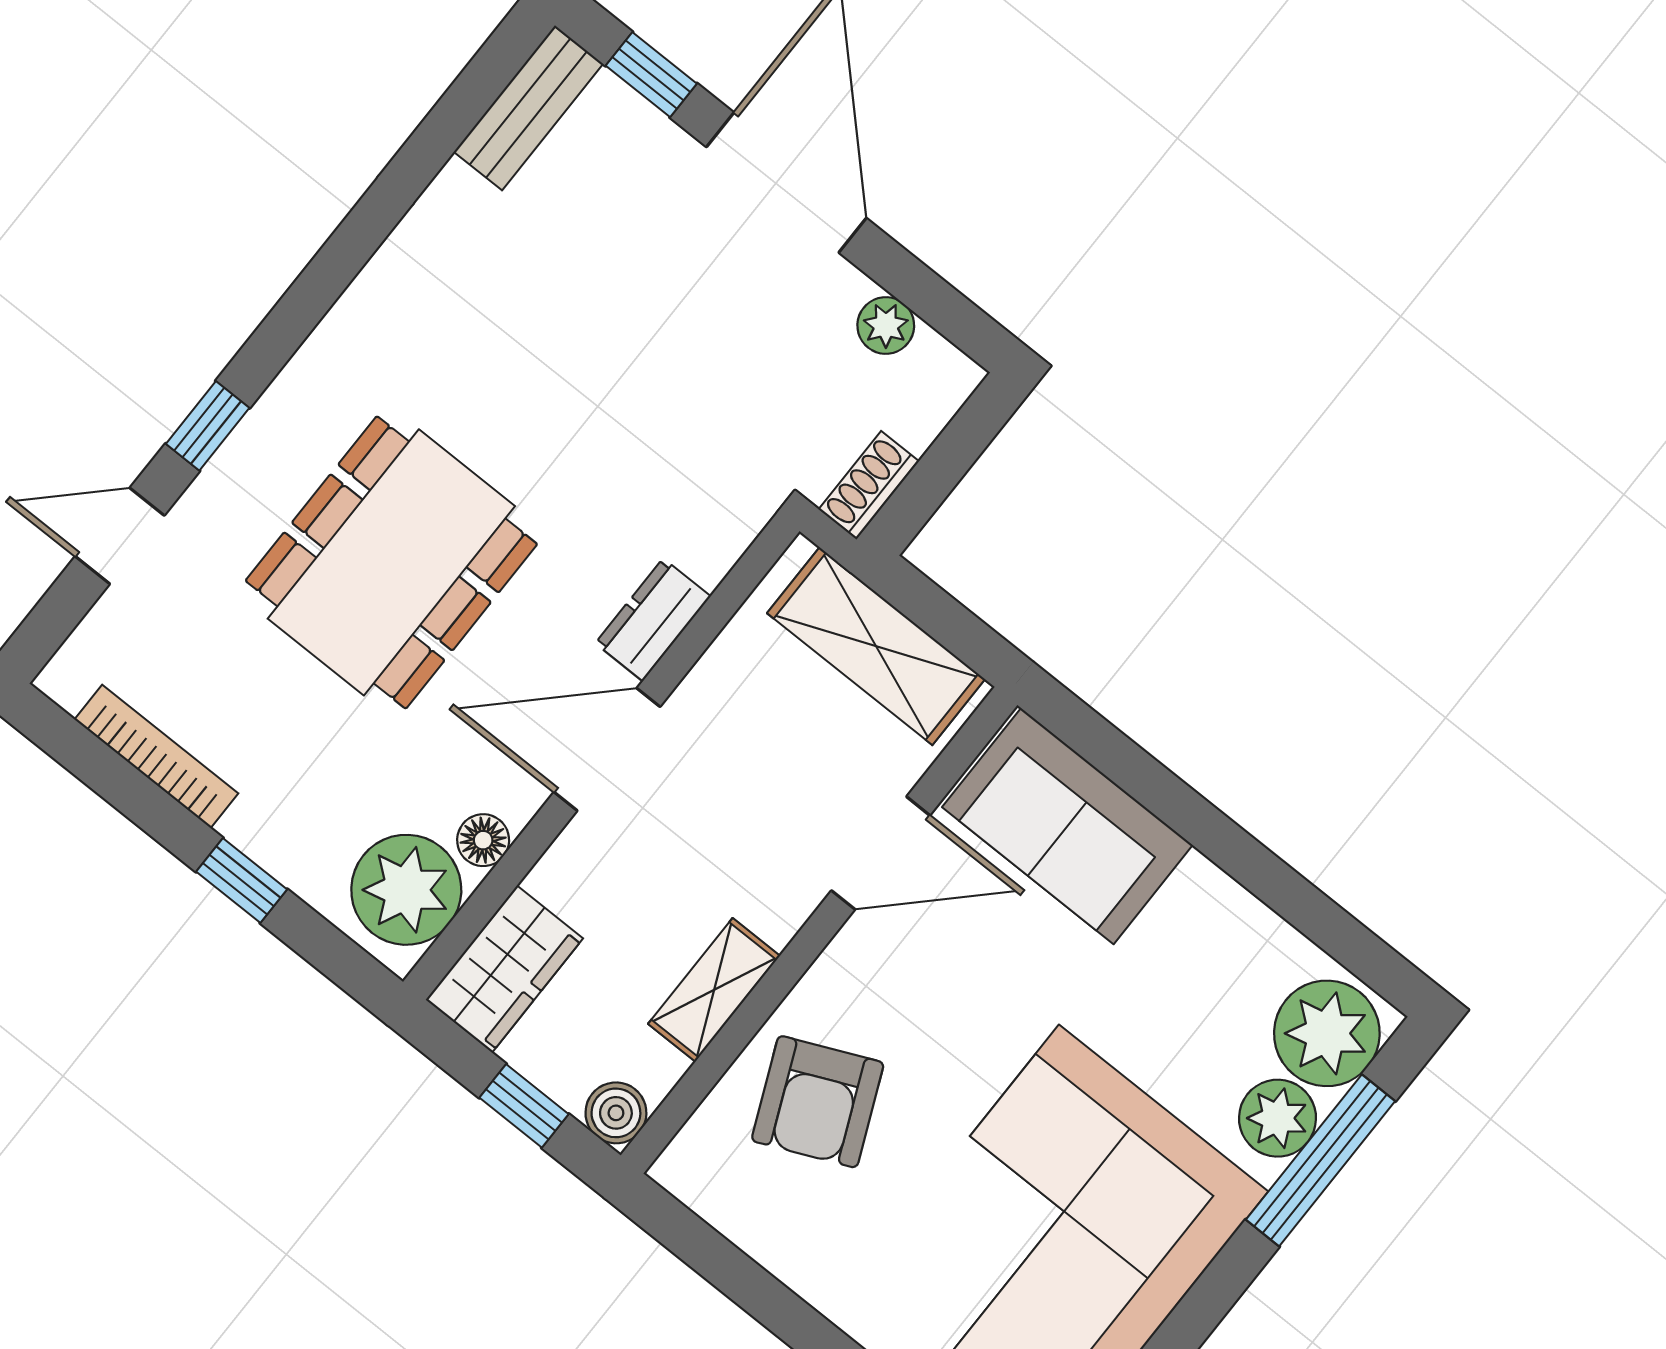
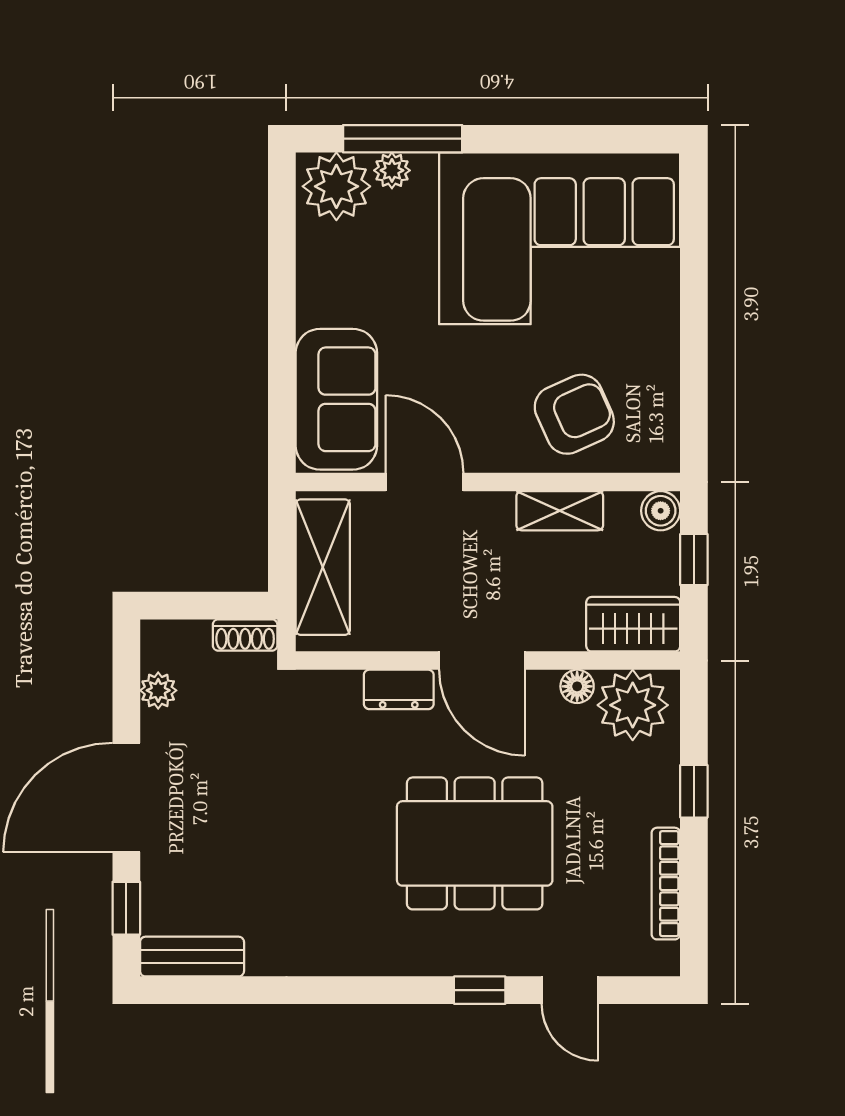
plant: (1277, 1118) -> (392, 170), width x0.73, depth x0.73

